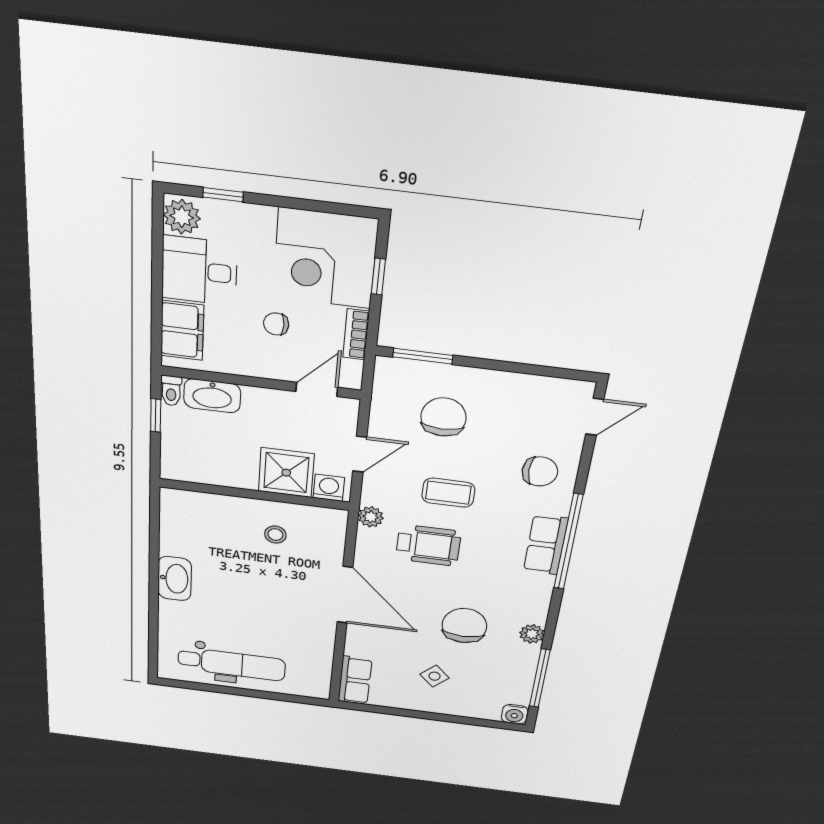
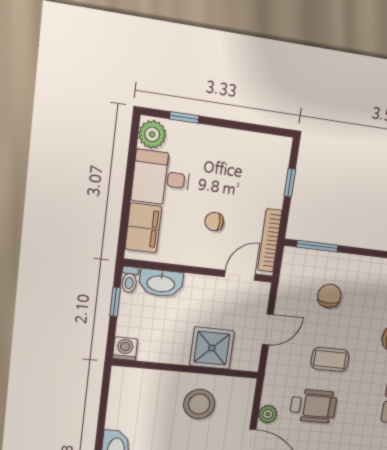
corner desk: (325, 258) -> (253, 168), removed
bookcase: (356, 334) -> (270, 240), width x1.56
chair: (443, 417) -> (329, 296), width x0.73, depth x0.73
washing machine: (329, 488) -> (125, 349), moved
plant: (371, 517) -> (268, 414), moved
stool: (275, 535) -> (199, 404), width x1.89, depth x1.89

